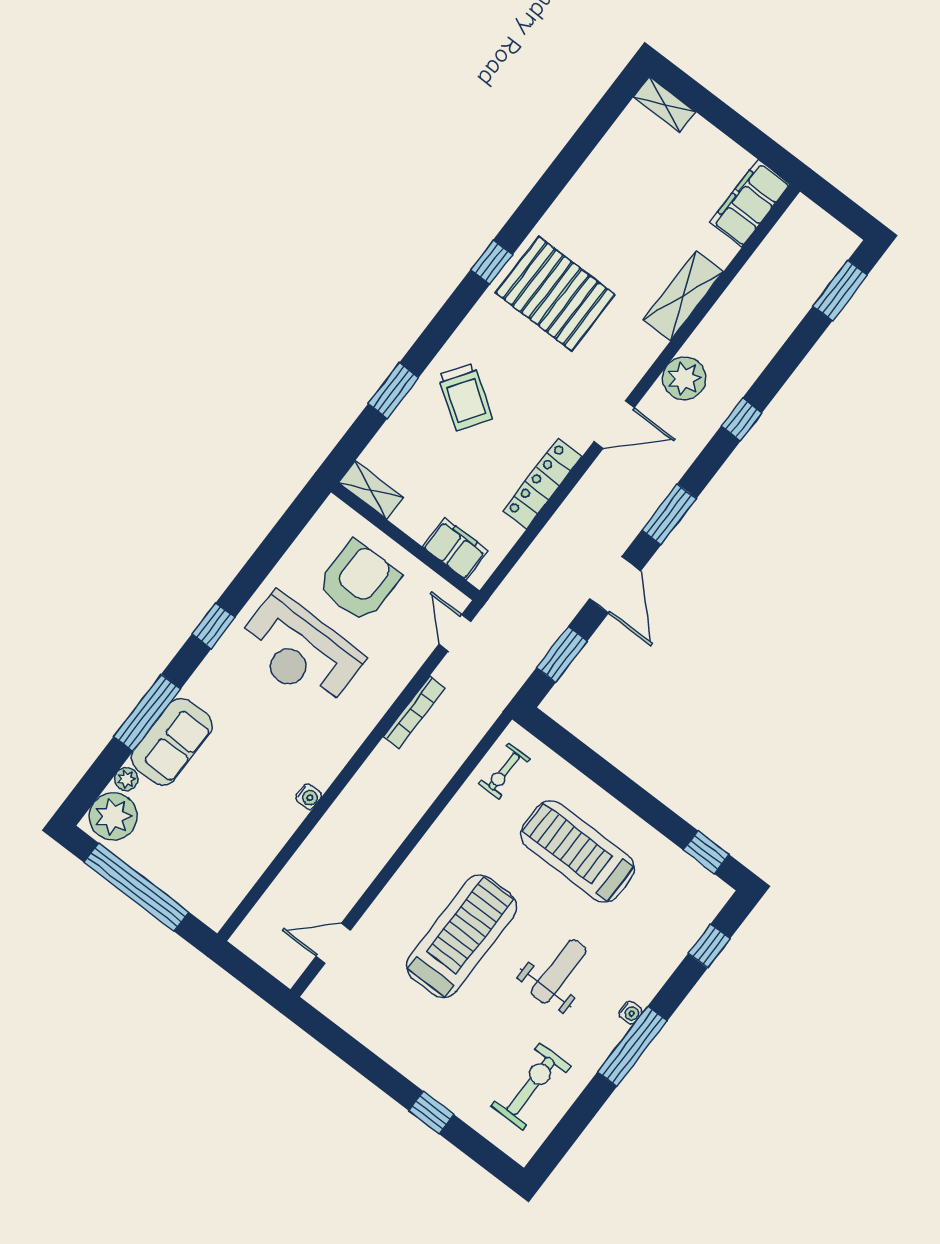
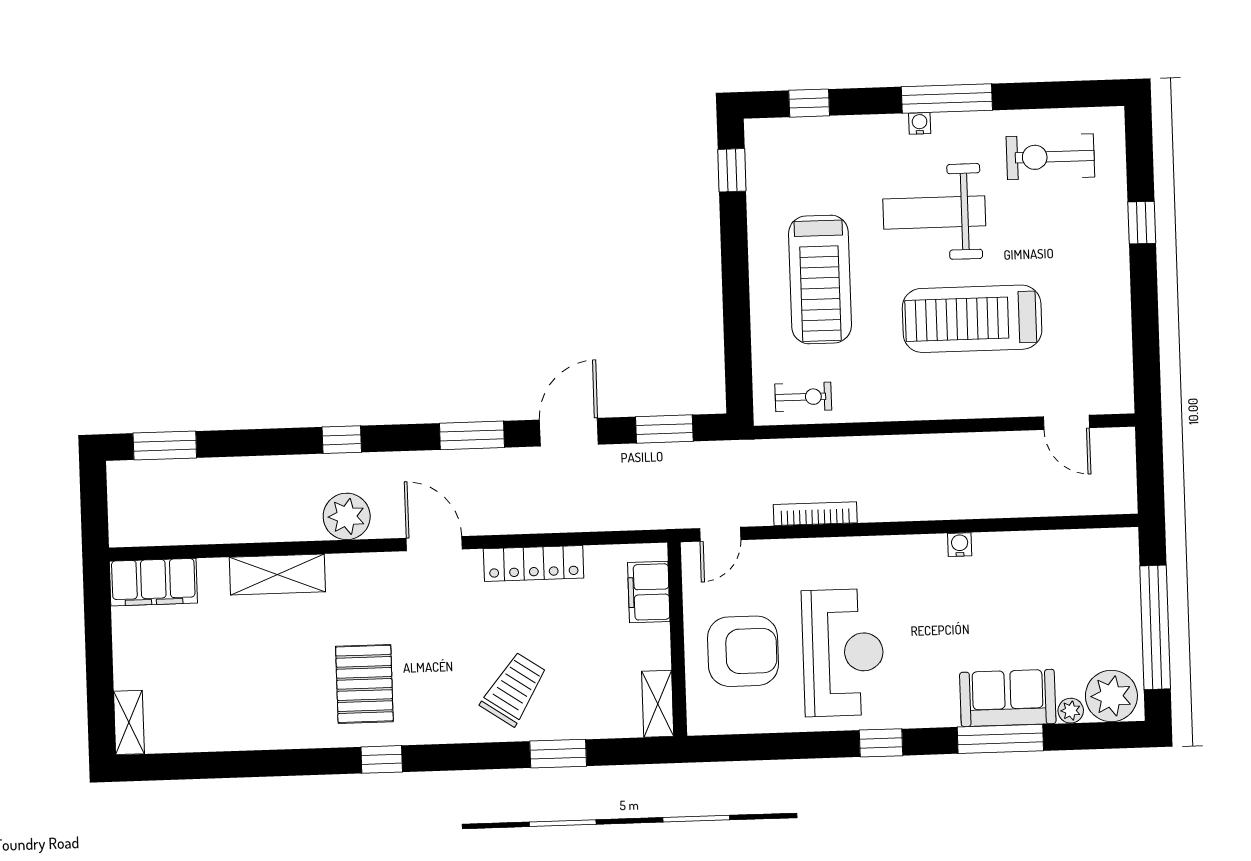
pallet: (555, 294) -> (364, 684), width x0.73, depth x0.71
armchair: (359, 581) -> (743, 651), turned 180
weight bench: (559, 971) -> (934, 212), width x1.36, depth x1.33

